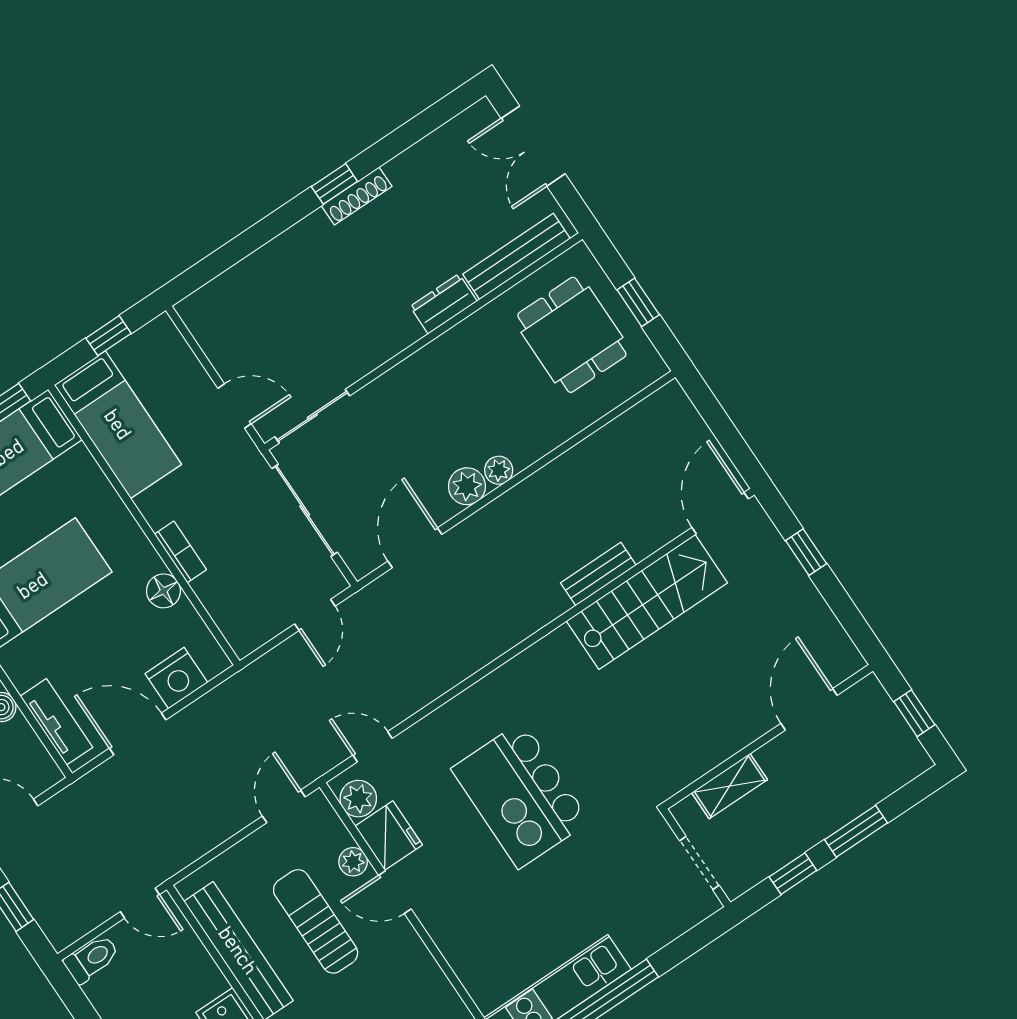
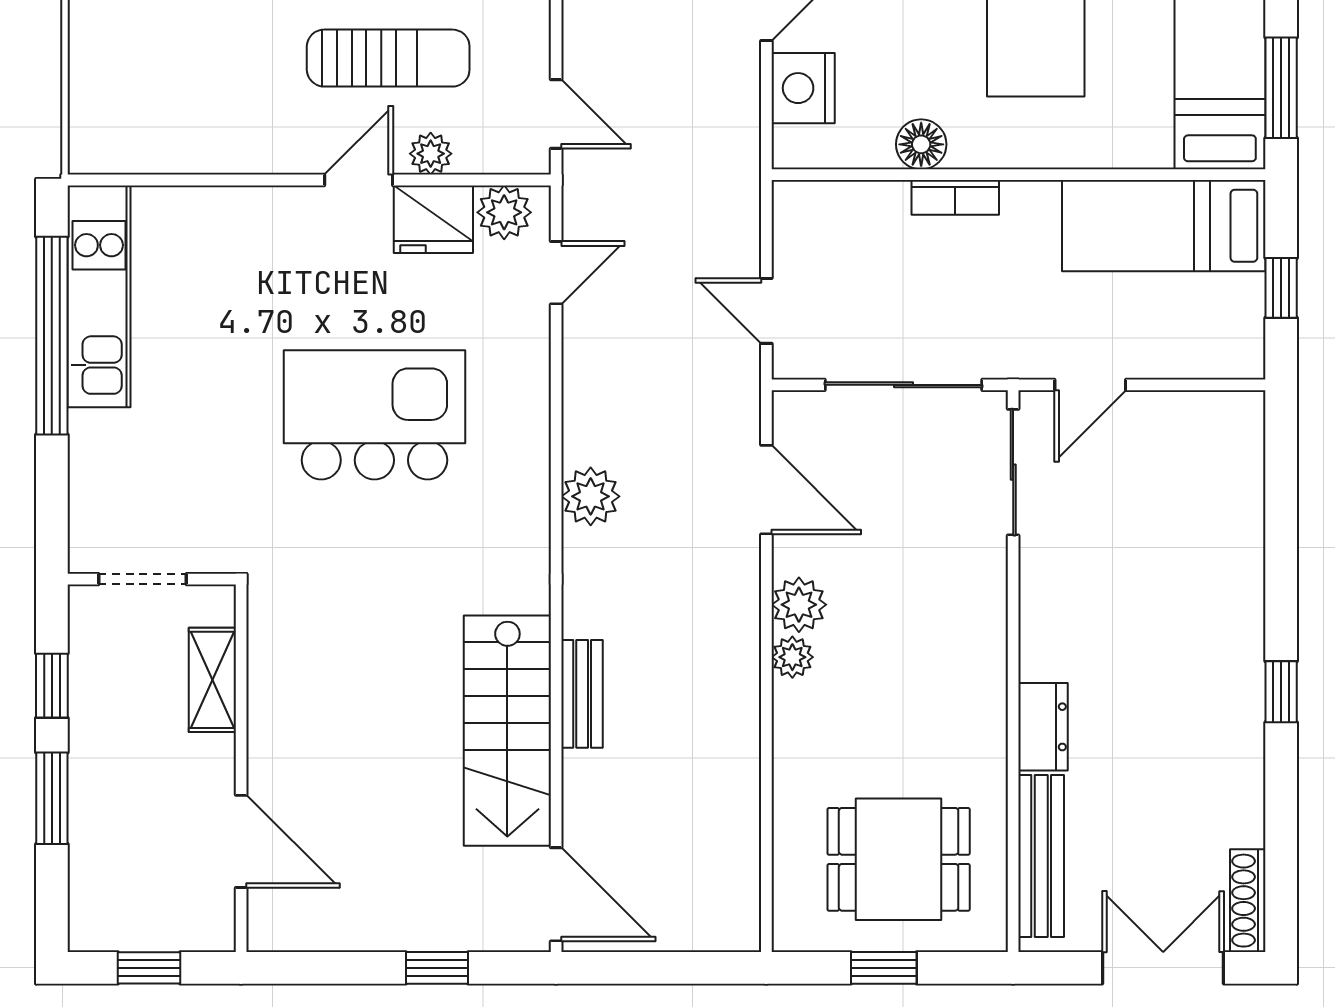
shoe rack: (357, 196) -> (1248, 901), moved
plant: (485, 644) -> (591, 496), added

